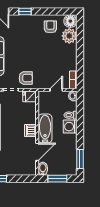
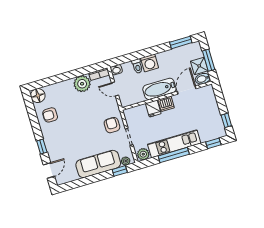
plant: (69, 36) -> (82, 84), moved
fridge: (30, 96) -> (153, 109), moved
door: (37, 152) -> (187, 90), hinge flipped
shower: (55, 169) -> (199, 66), added

